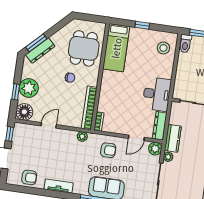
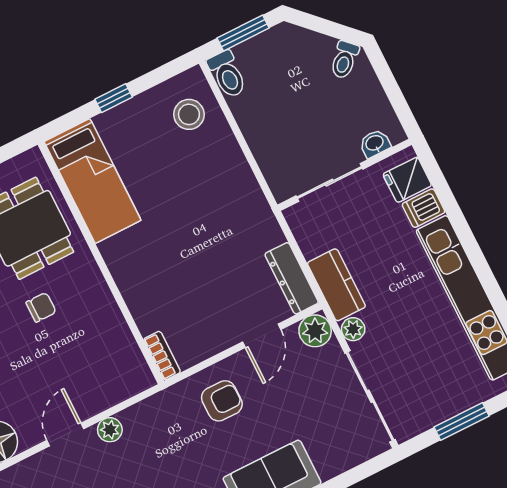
desk: (157, 94) -> (241, 218), removed
bookcase: (89, 108) -> (123, 342), removed
plant: (82, 136) -> (110, 430), moved

